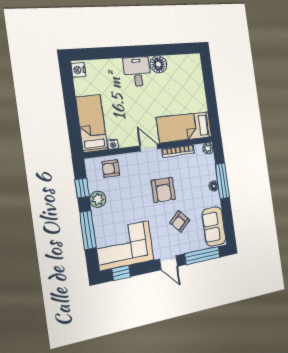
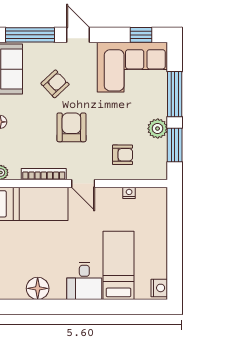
floor lamp: (158, 64) -> (38, 288), moved
bed: (92, 123) -> (119, 265), moved, turned 180
armchair: (111, 169) -> (122, 155), moved
window: (82, 188) -> (175, 145), width x1.50

